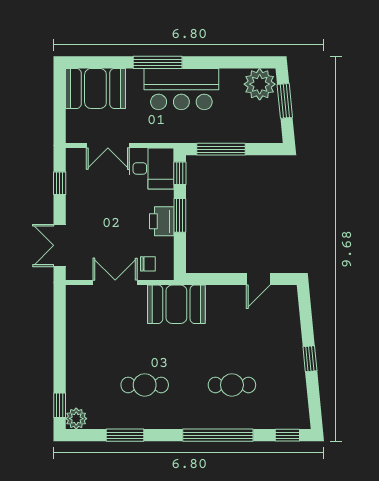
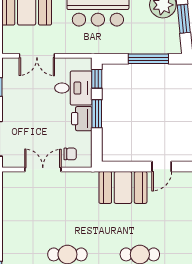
window: (221, 149) -> (148, 59), moved
desk: (152, 168) -> (73, 88), moved
booth: (176, 304) -> (123, 187), moved

